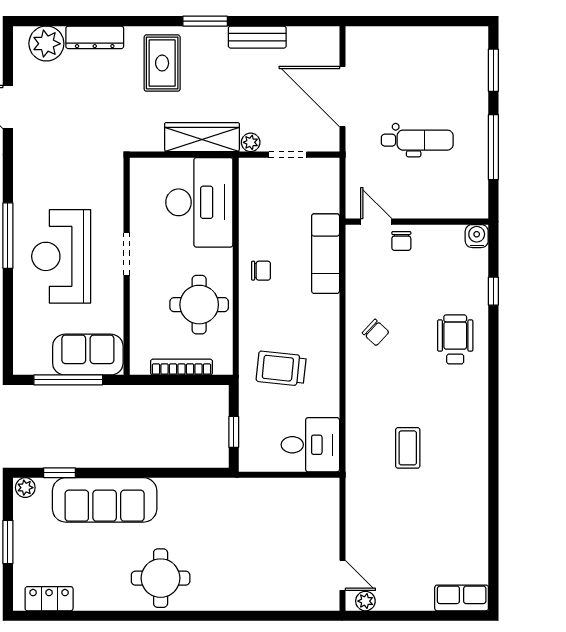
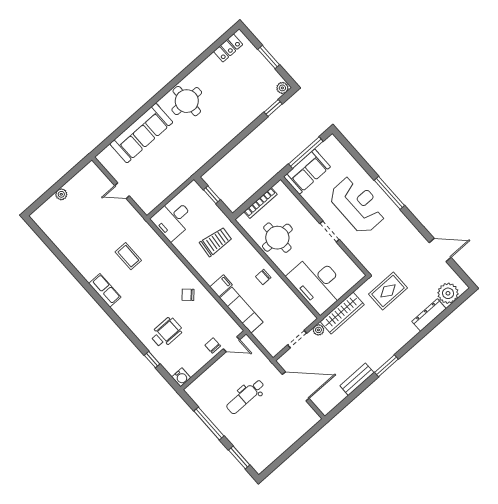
rug: (162, 63) -> (388, 291), moved, turned 90
filing cabinet: (324, 307) -> (221, 286), added
wheelchair: (455, 339) -> (166, 333), moved, turned -90
sofa: (105, 500) -> (141, 133), moved, turned 180
door: (342, 575) -> (122, 191), moved
row of seats: (462, 598) -> (105, 290), moved, turned -90
plant: (365, 601) -> (61, 194), moved

